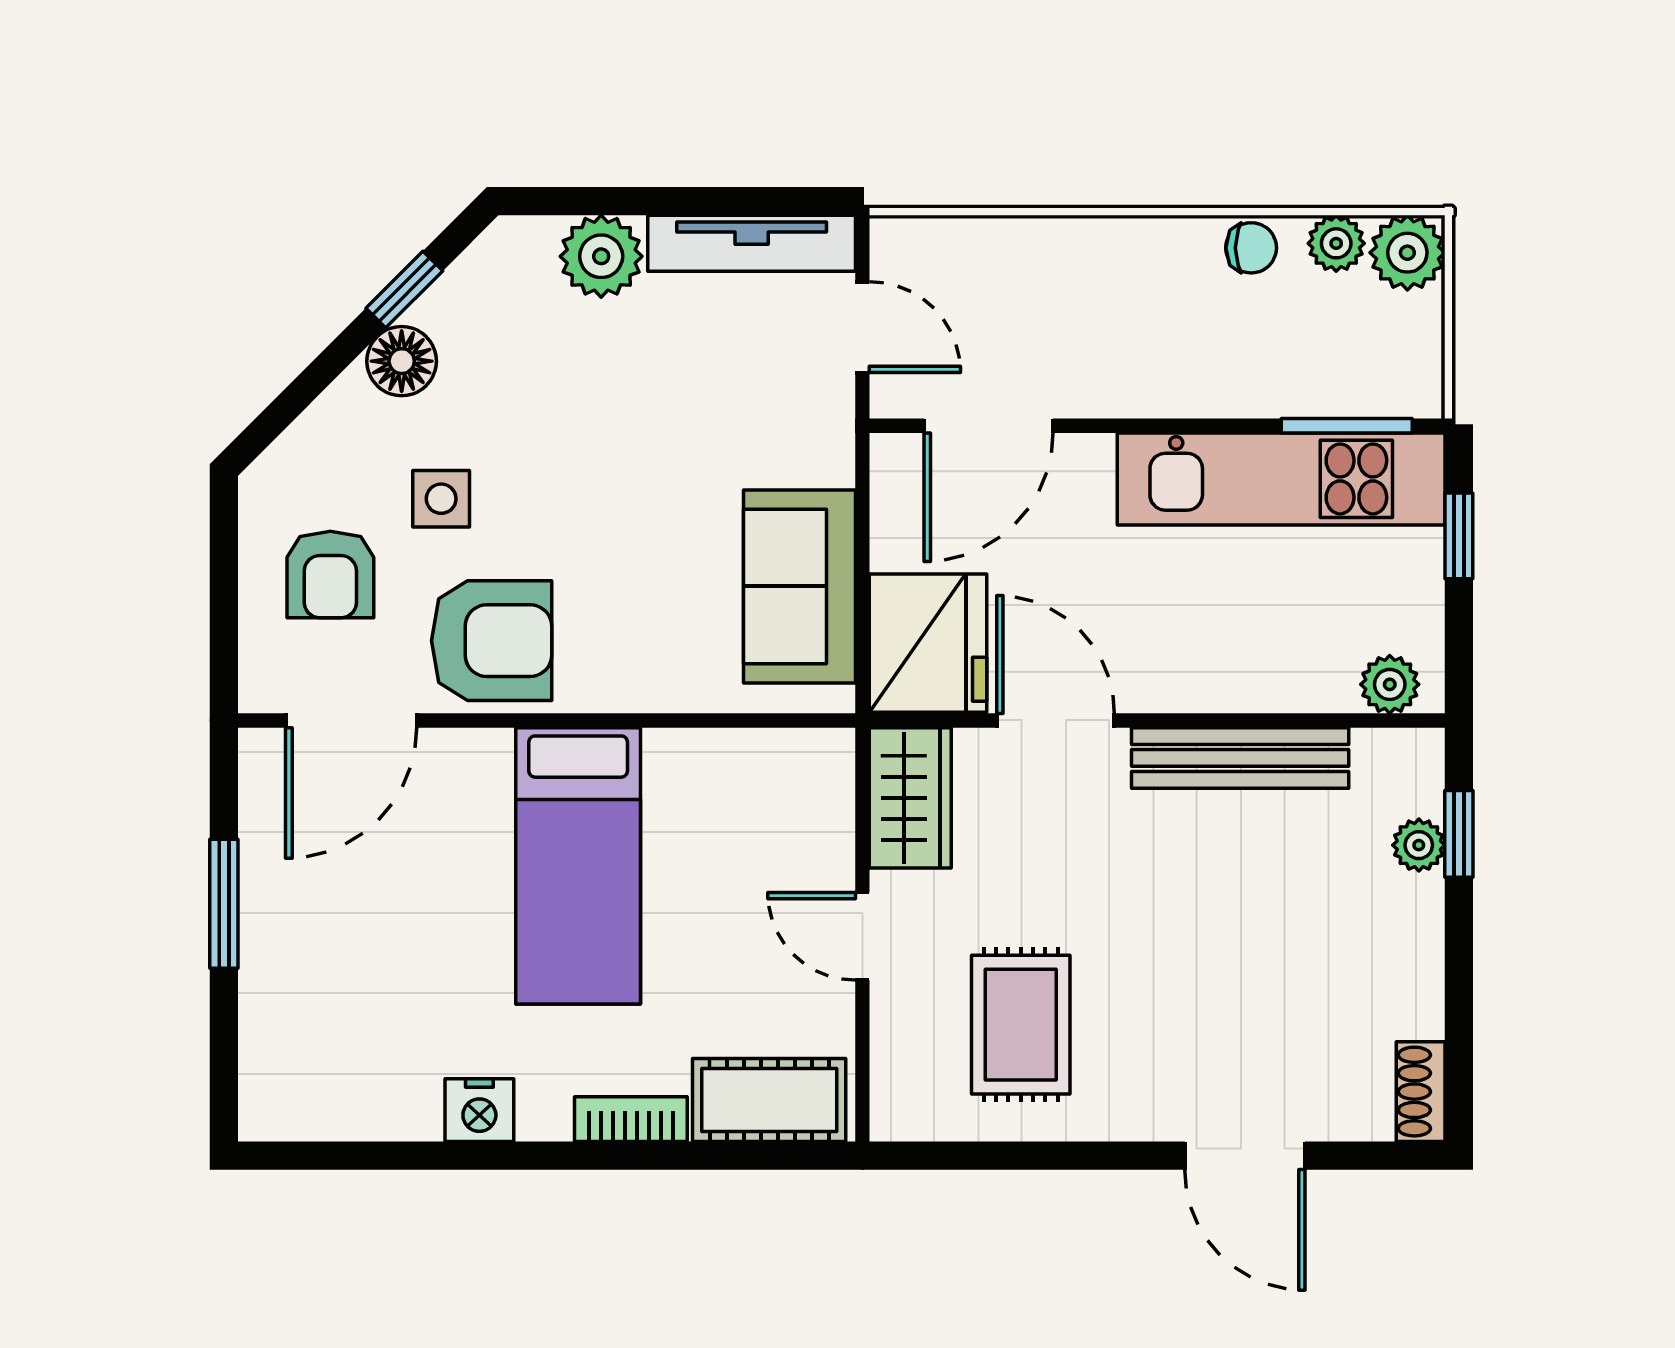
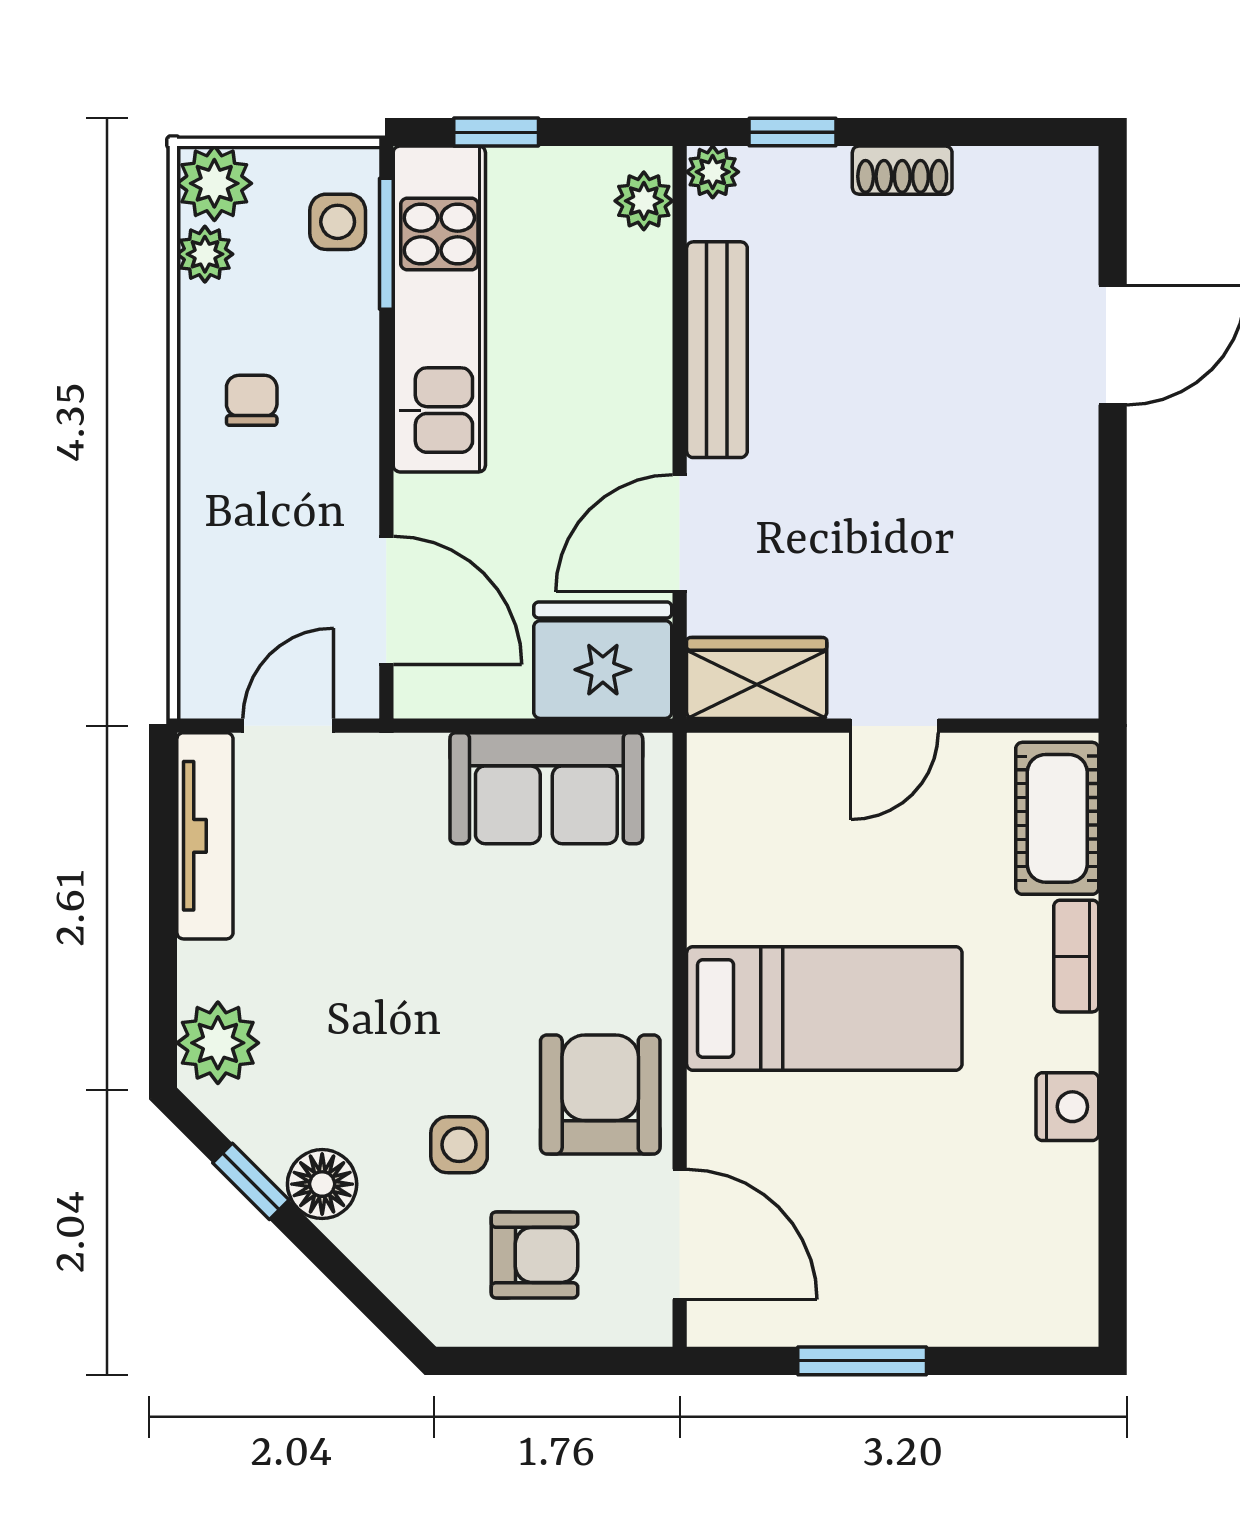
chair: (1251, 248) -> (252, 400), moved
plant: (601, 256) -> (218, 1043), moved
side table: (1369, 377) -> (338, 222), added
plant: (1419, 845) -> (713, 172), moved
rug: (1021, 1025) -> (982, 568), removed
shoe rack: (1421, 1092) -> (902, 170), moved

